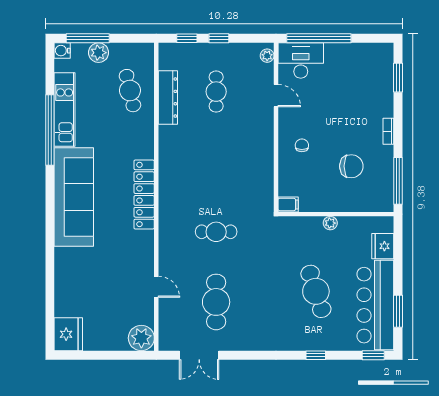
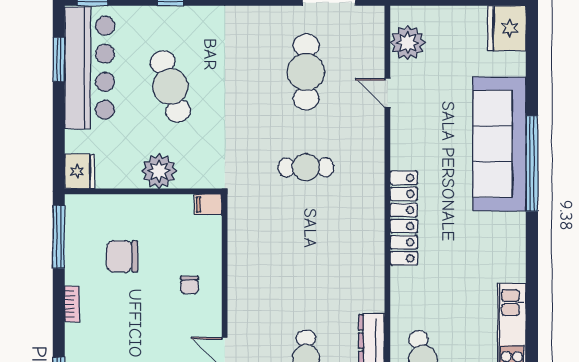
window: (50, 130) -> (532, 163), moved
sofa: (74, 197) -> (499, 144), moved
plant: (330, 223) -> (159, 171), width x1.87, depth x1.87
fridge: (383, 246) -> (80, 171), moved
plant: (141, 338) -> (408, 43), moved

